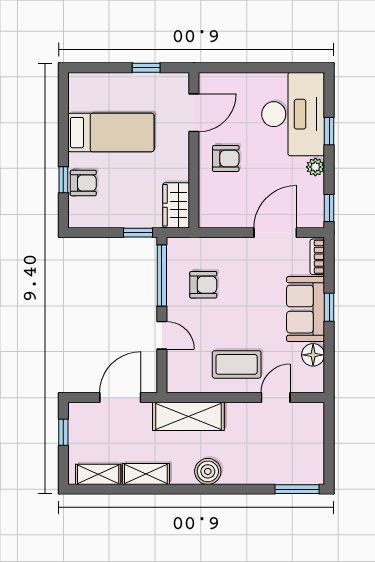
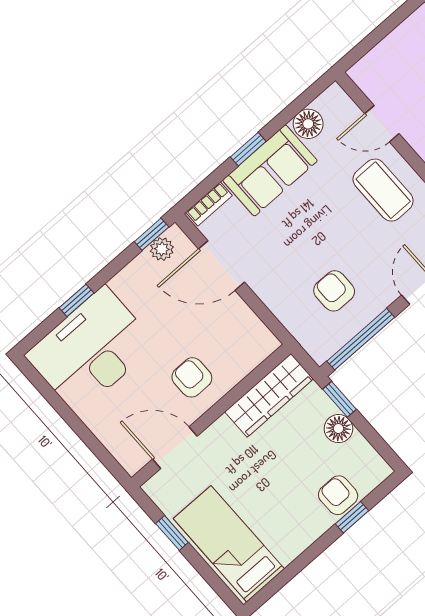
bed: (111, 133) -> (229, 544), moved
plant: (315, 167) -> (162, 249), moved
wardrobe: (176, 205) -> (269, 395), width x1.50
floor lamp: (122, 217) -> (338, 429), added

